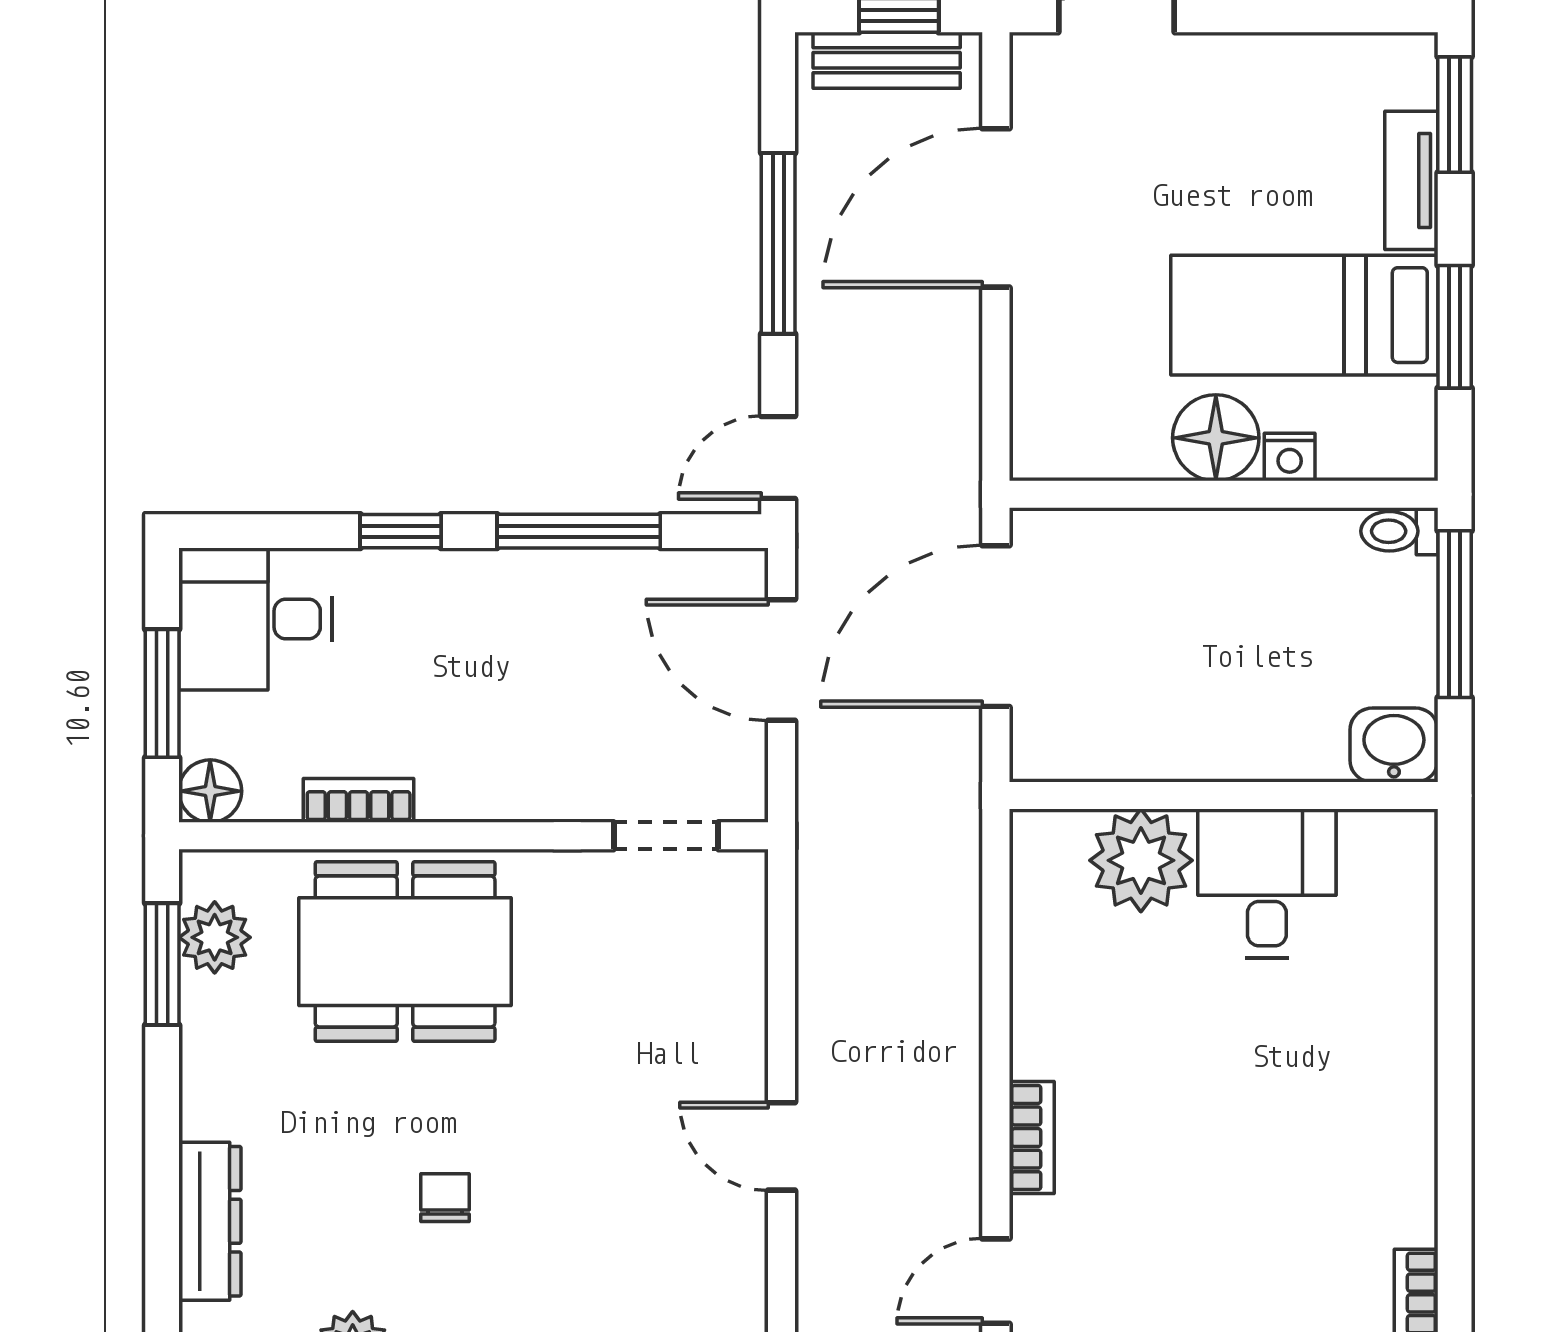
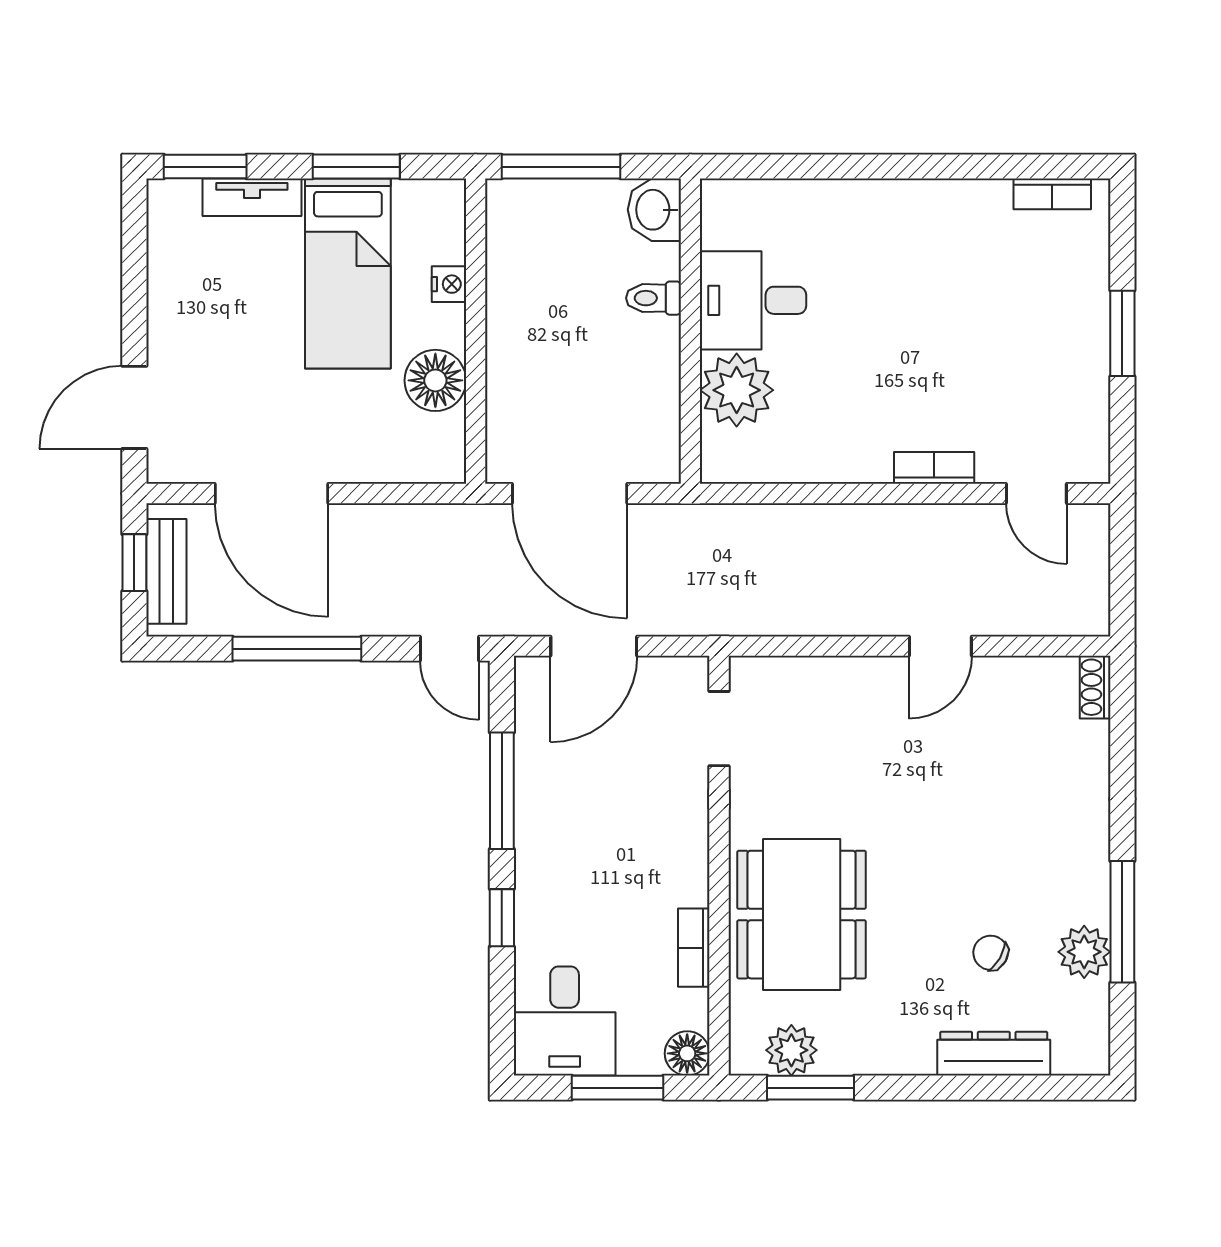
floor lamp: (1216, 438) -> (435, 380), moved
toilet: (1399, 531) -> (653, 298), moved, turned 90
chair: (445, 1198) -> (991, 953), moved, turned 30

